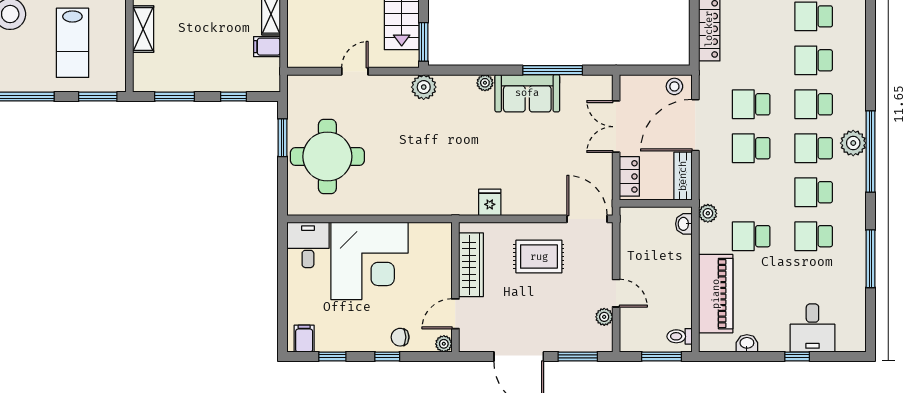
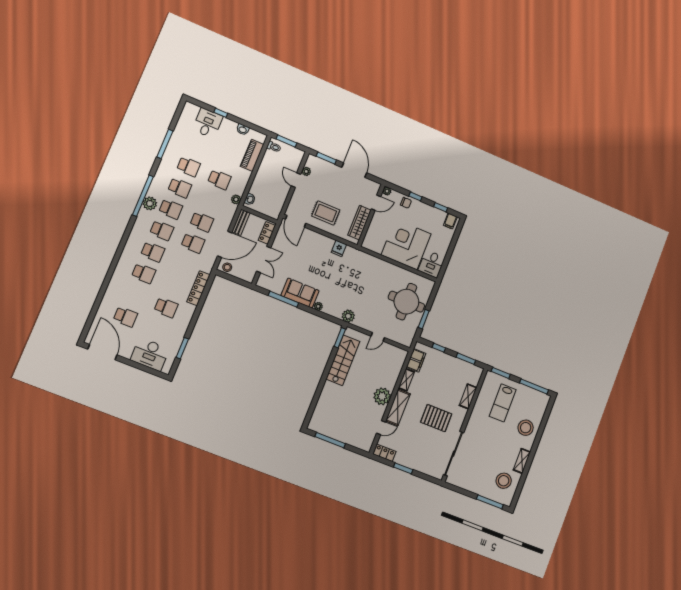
lab bench: (72, 43) -> (503, 403), turned 180
filing cabinet: (267, 47) -> (416, 360), width x2.00
piano: (716, 294) -> (252, 155), width x0.73, depth x0.75

